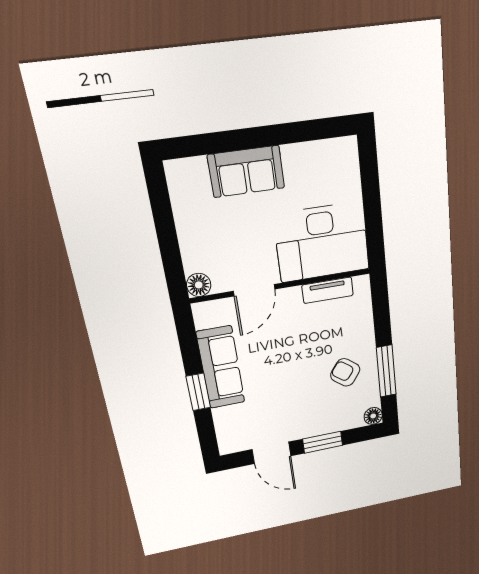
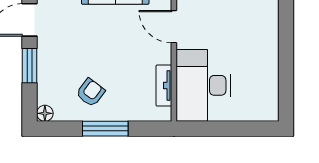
sofa: (246, 171) -> (263, 35), removed
window: (386, 371) -> (105, 129), moved

